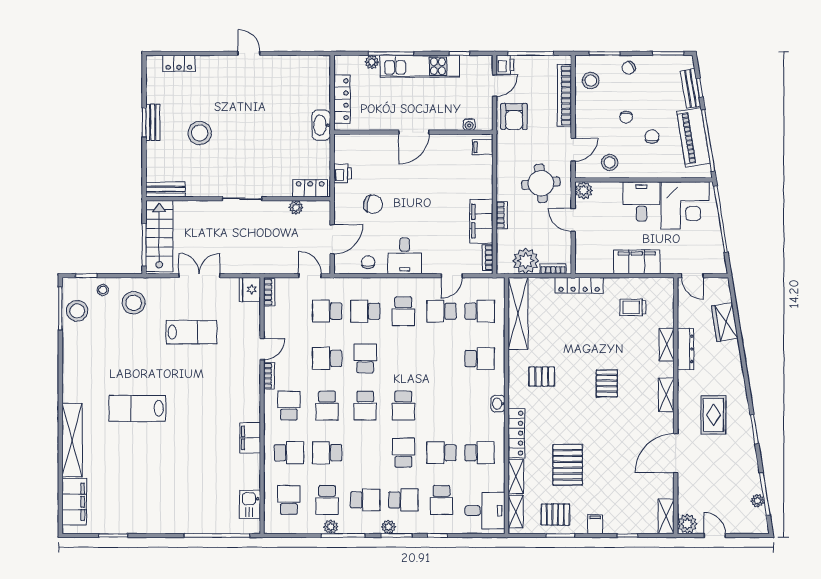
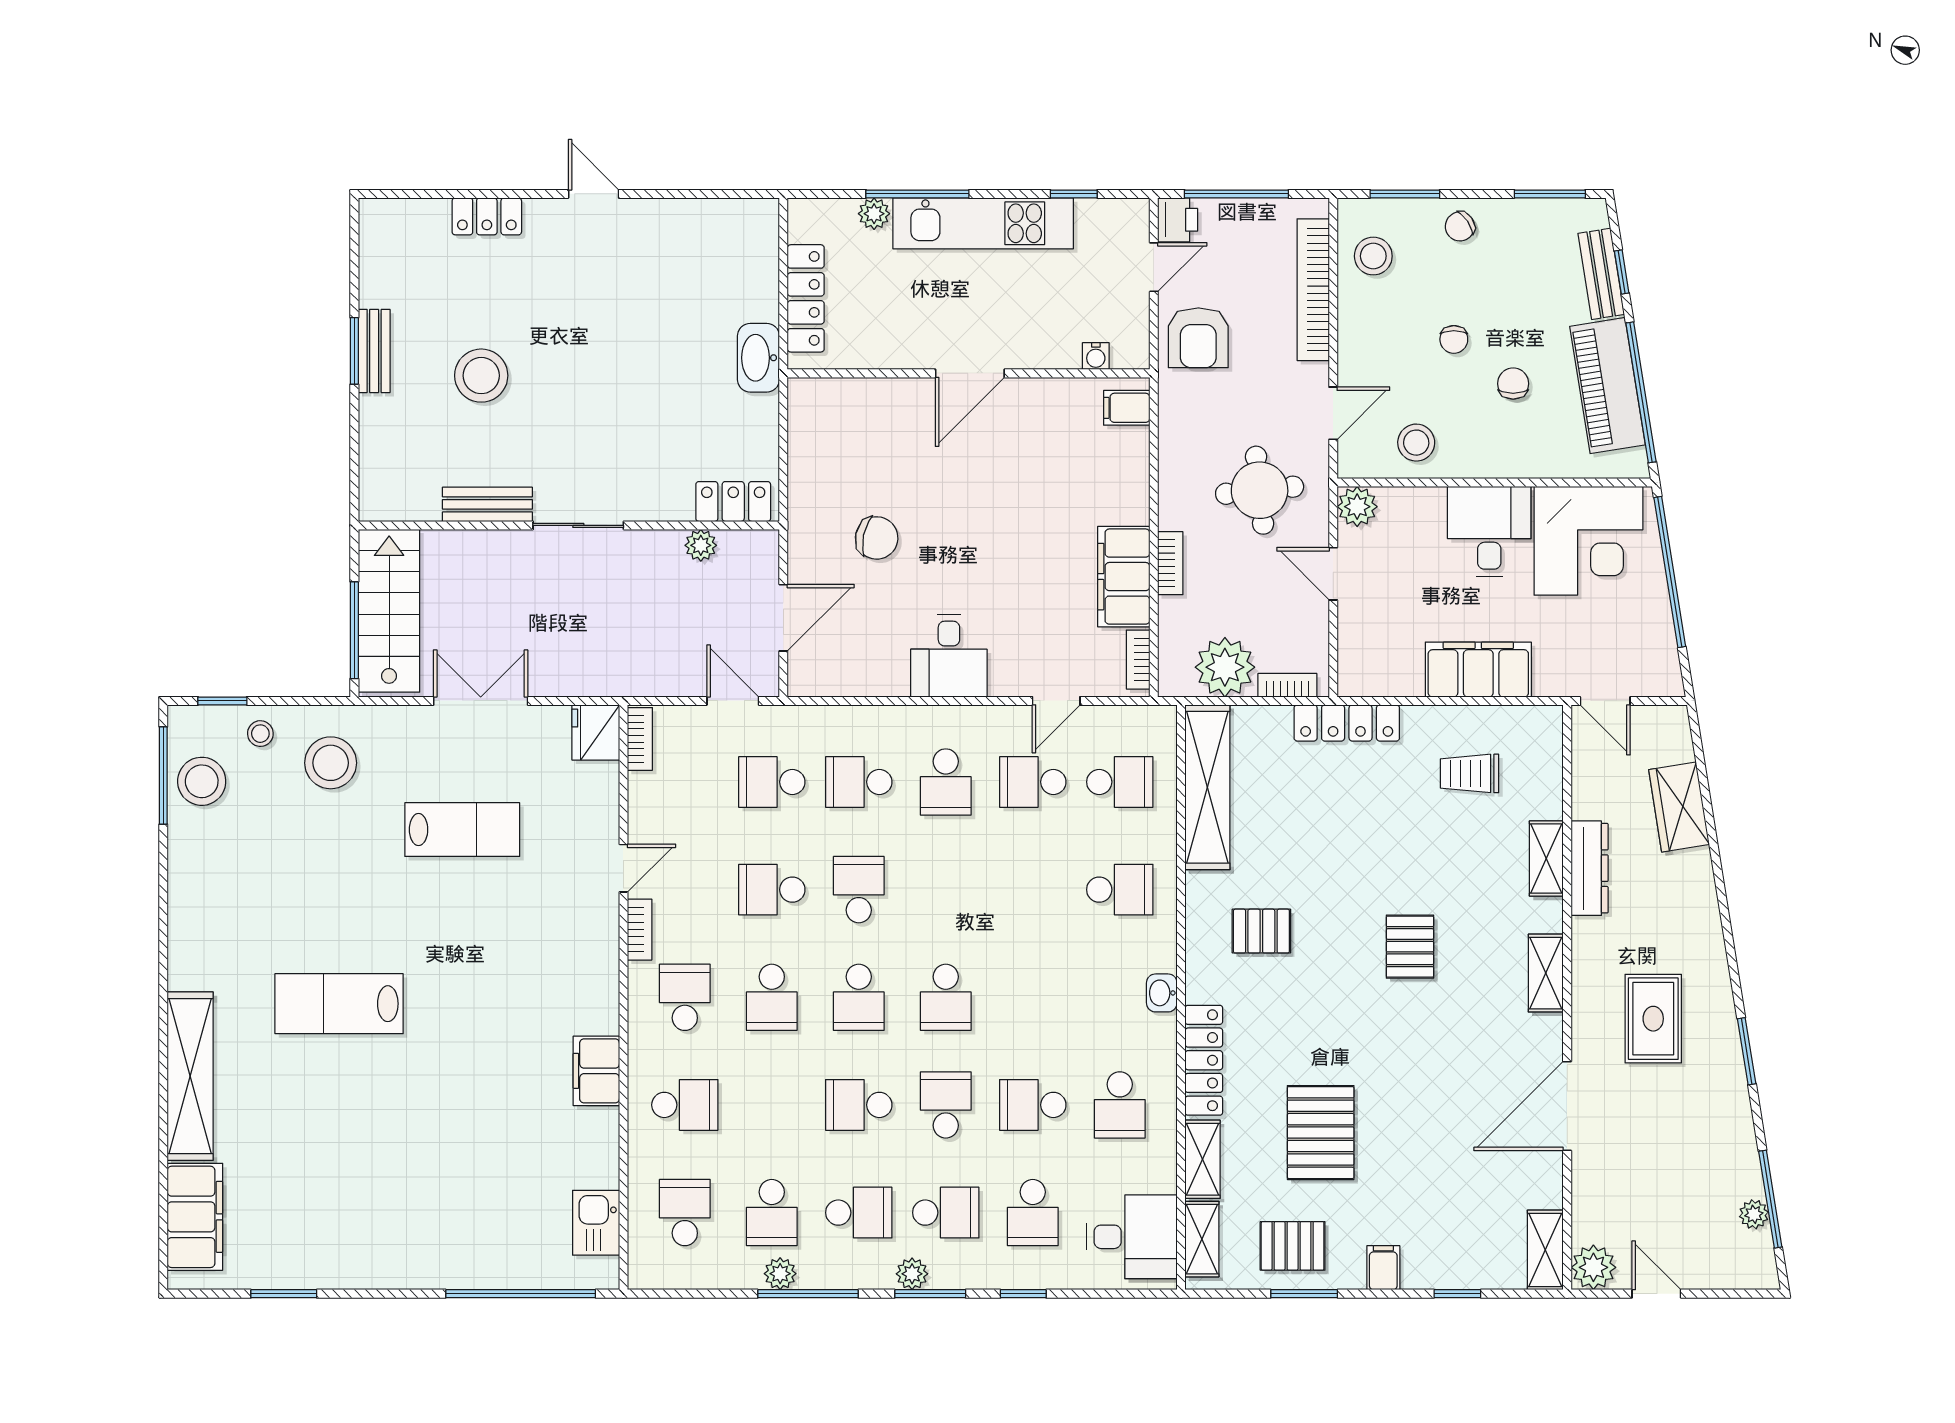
locker: (179, 63) -> (487, 216), moved
printer: (342, 173) -> (807, 468), removed
bench: (165, 189) -> (487, 504), moved
chair: (368, 262) -> (865, 670), removed
school desk: (327, 453) -> (859, 1105), moved
school desk: (480, 453) -> (1120, 1105), turned 90

